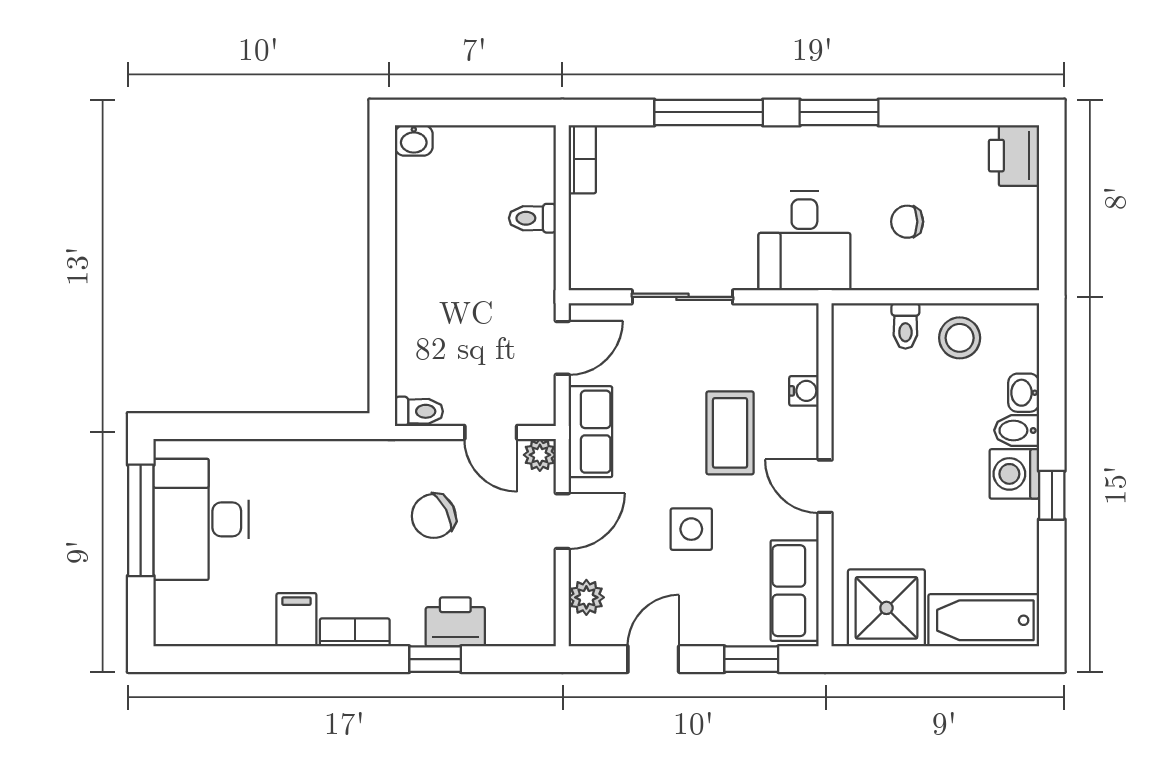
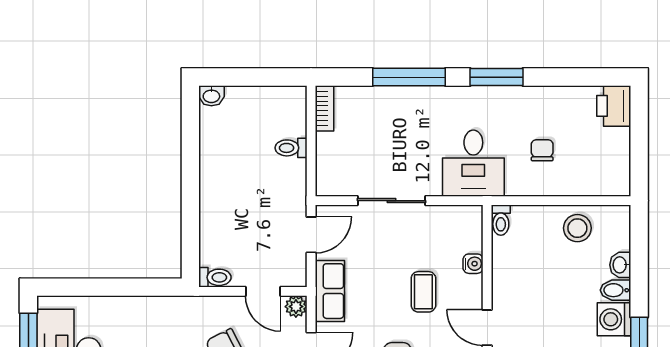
chair: (907, 222) -> (542, 150), turned 90
toilet: (905, 326) -> (501, 220), moved
coffee table: (730, 433) -> (423, 292), width x0.73, depth x0.77

